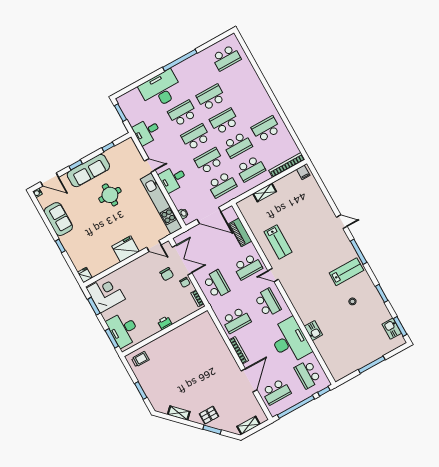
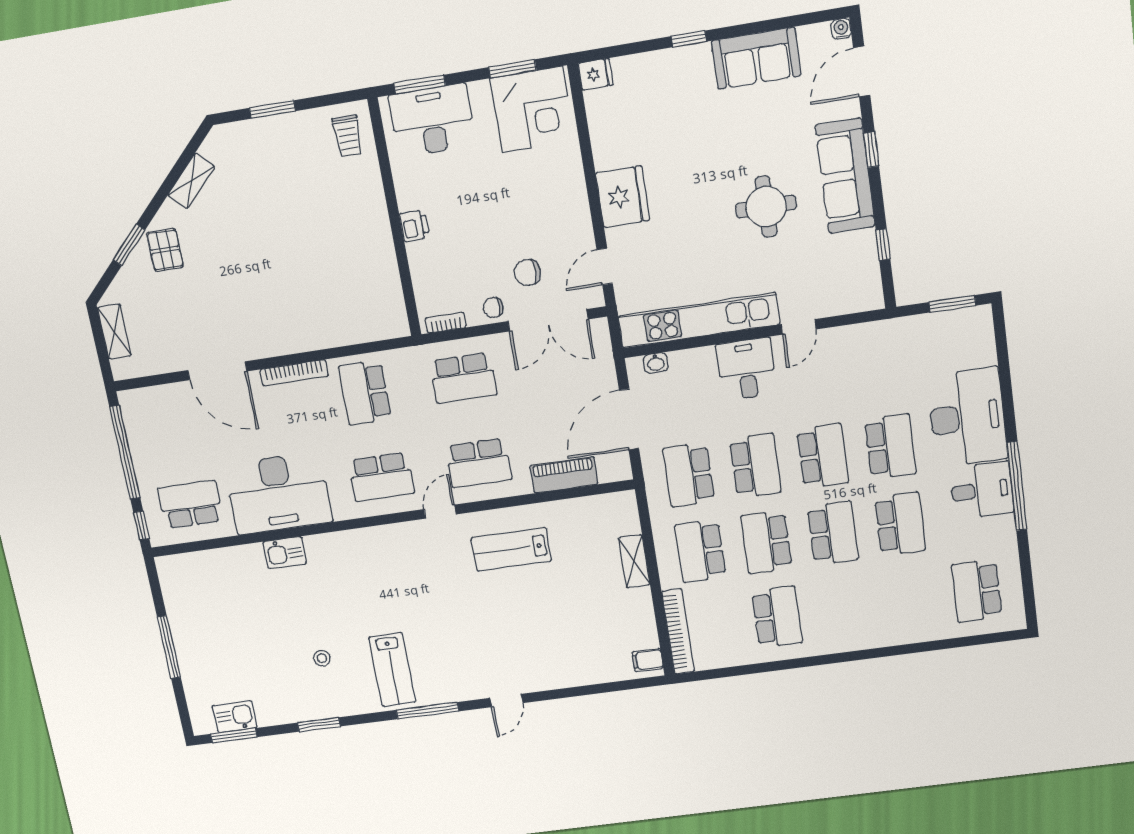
desk: (147, 131) -> (982, 490), moved, turned 90
school desk: (248, 267) -> (479, 463), turned -90
school desk: (276, 392) -> (172, 422), removed

